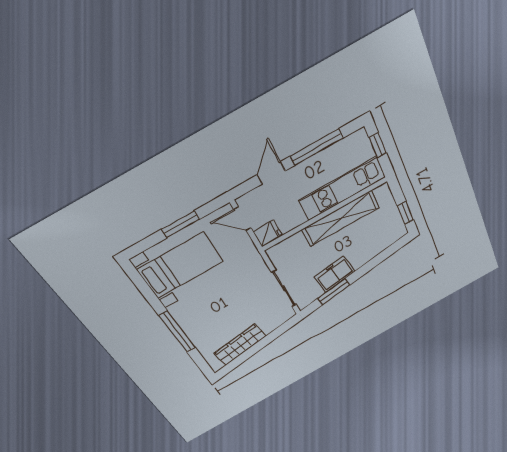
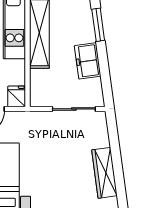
window: (334, 292) -> (98, 25), moved

